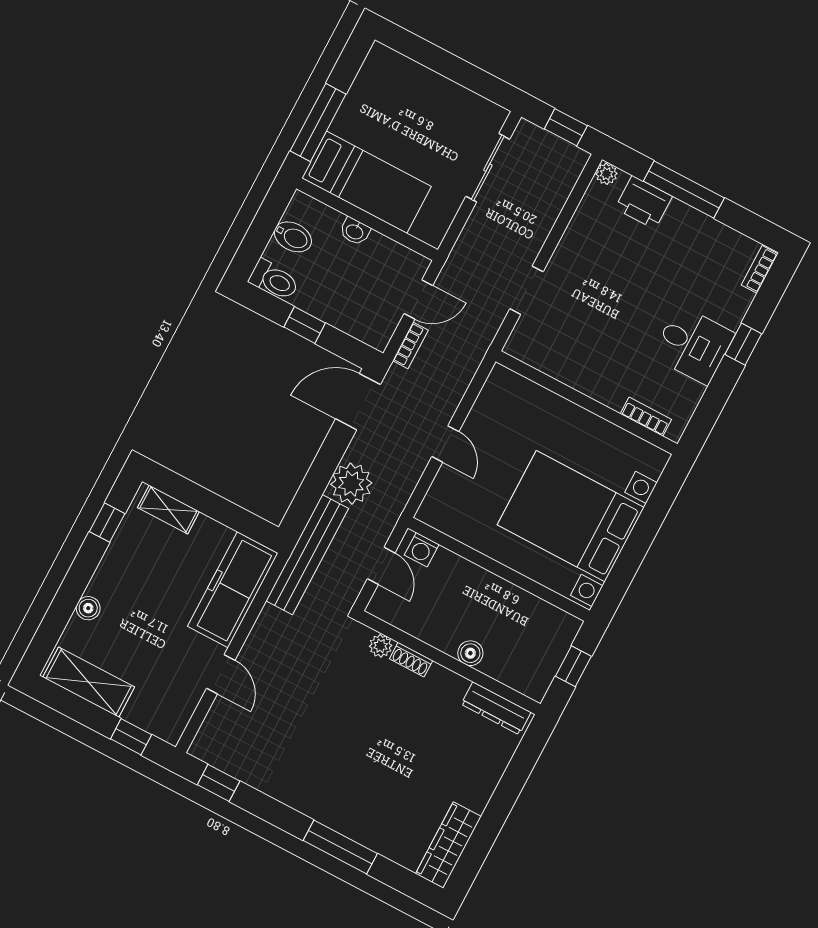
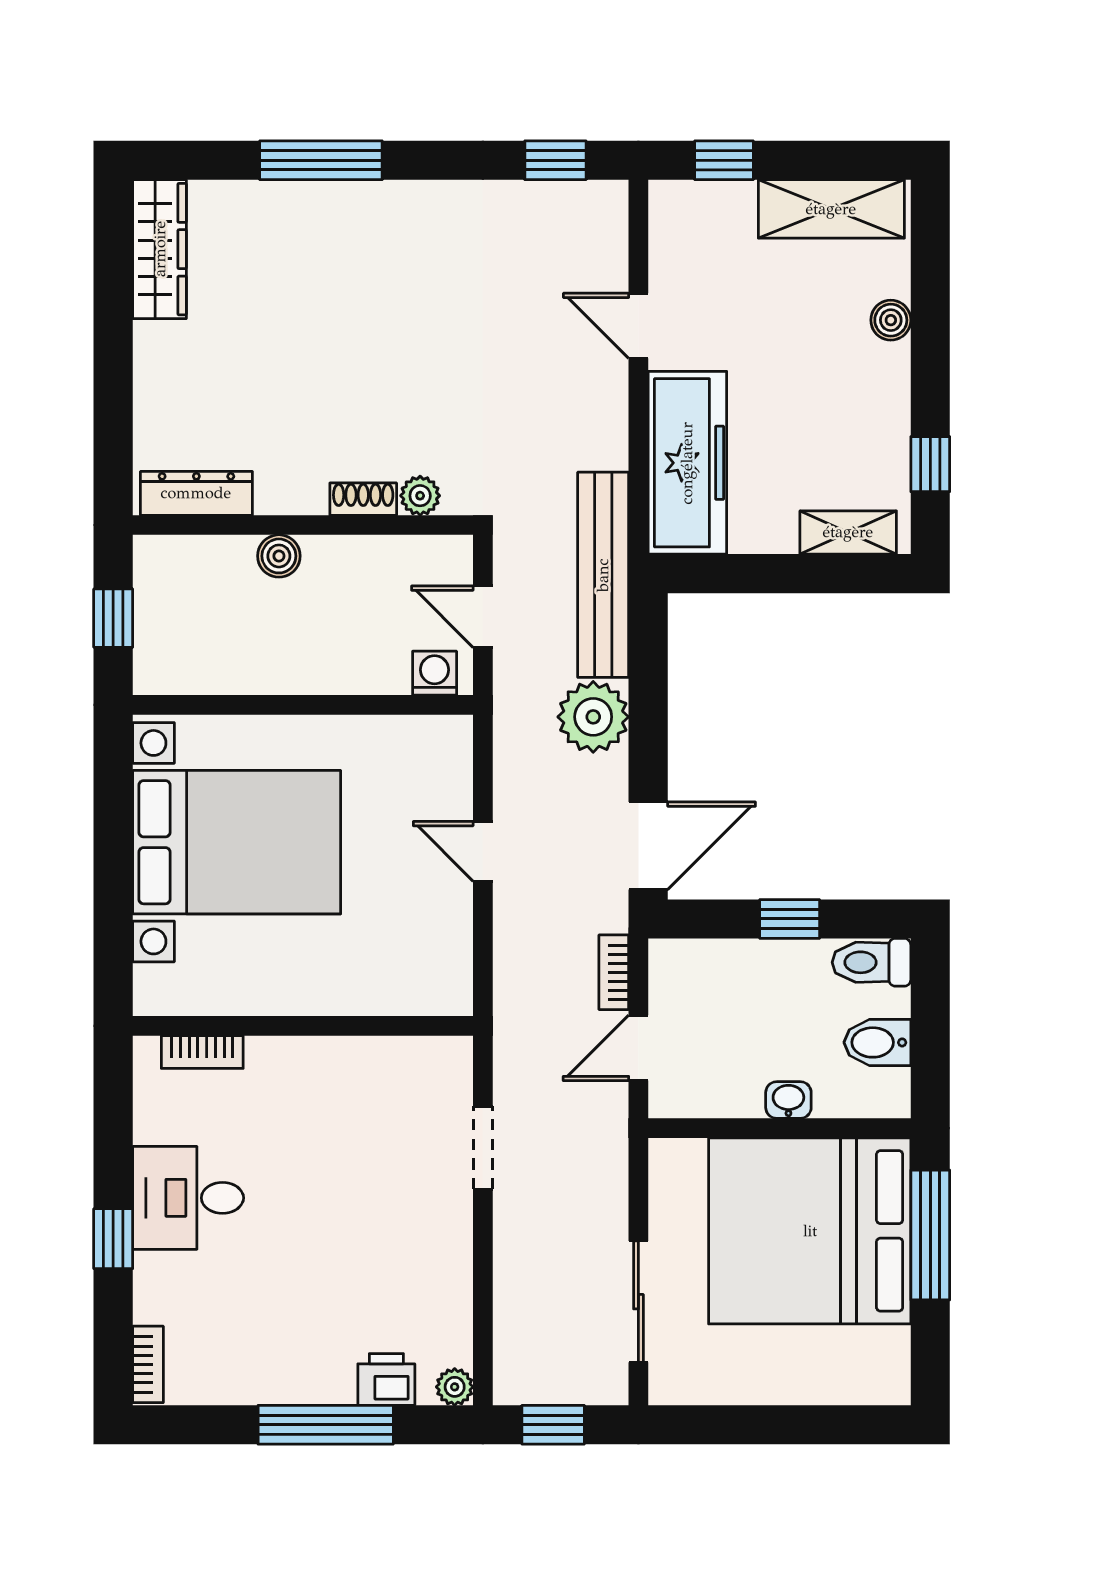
bed: (367, 182) -> (810, 1231), width x2.04
printer: (644, 202) -> (386, 1379), width x0.73, depth x0.81

